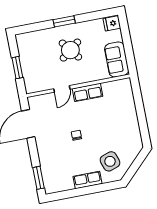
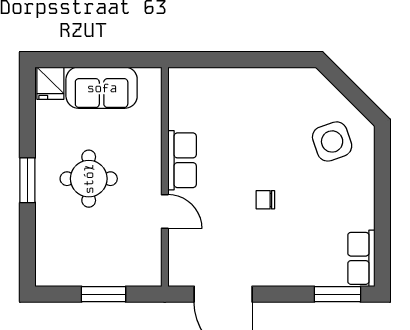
round table: (70, 50) -> (89, 179), turned 38
sofa: (117, 59) -> (102, 88), moved
row of seats: (88, 180) -> (361, 258), moved

